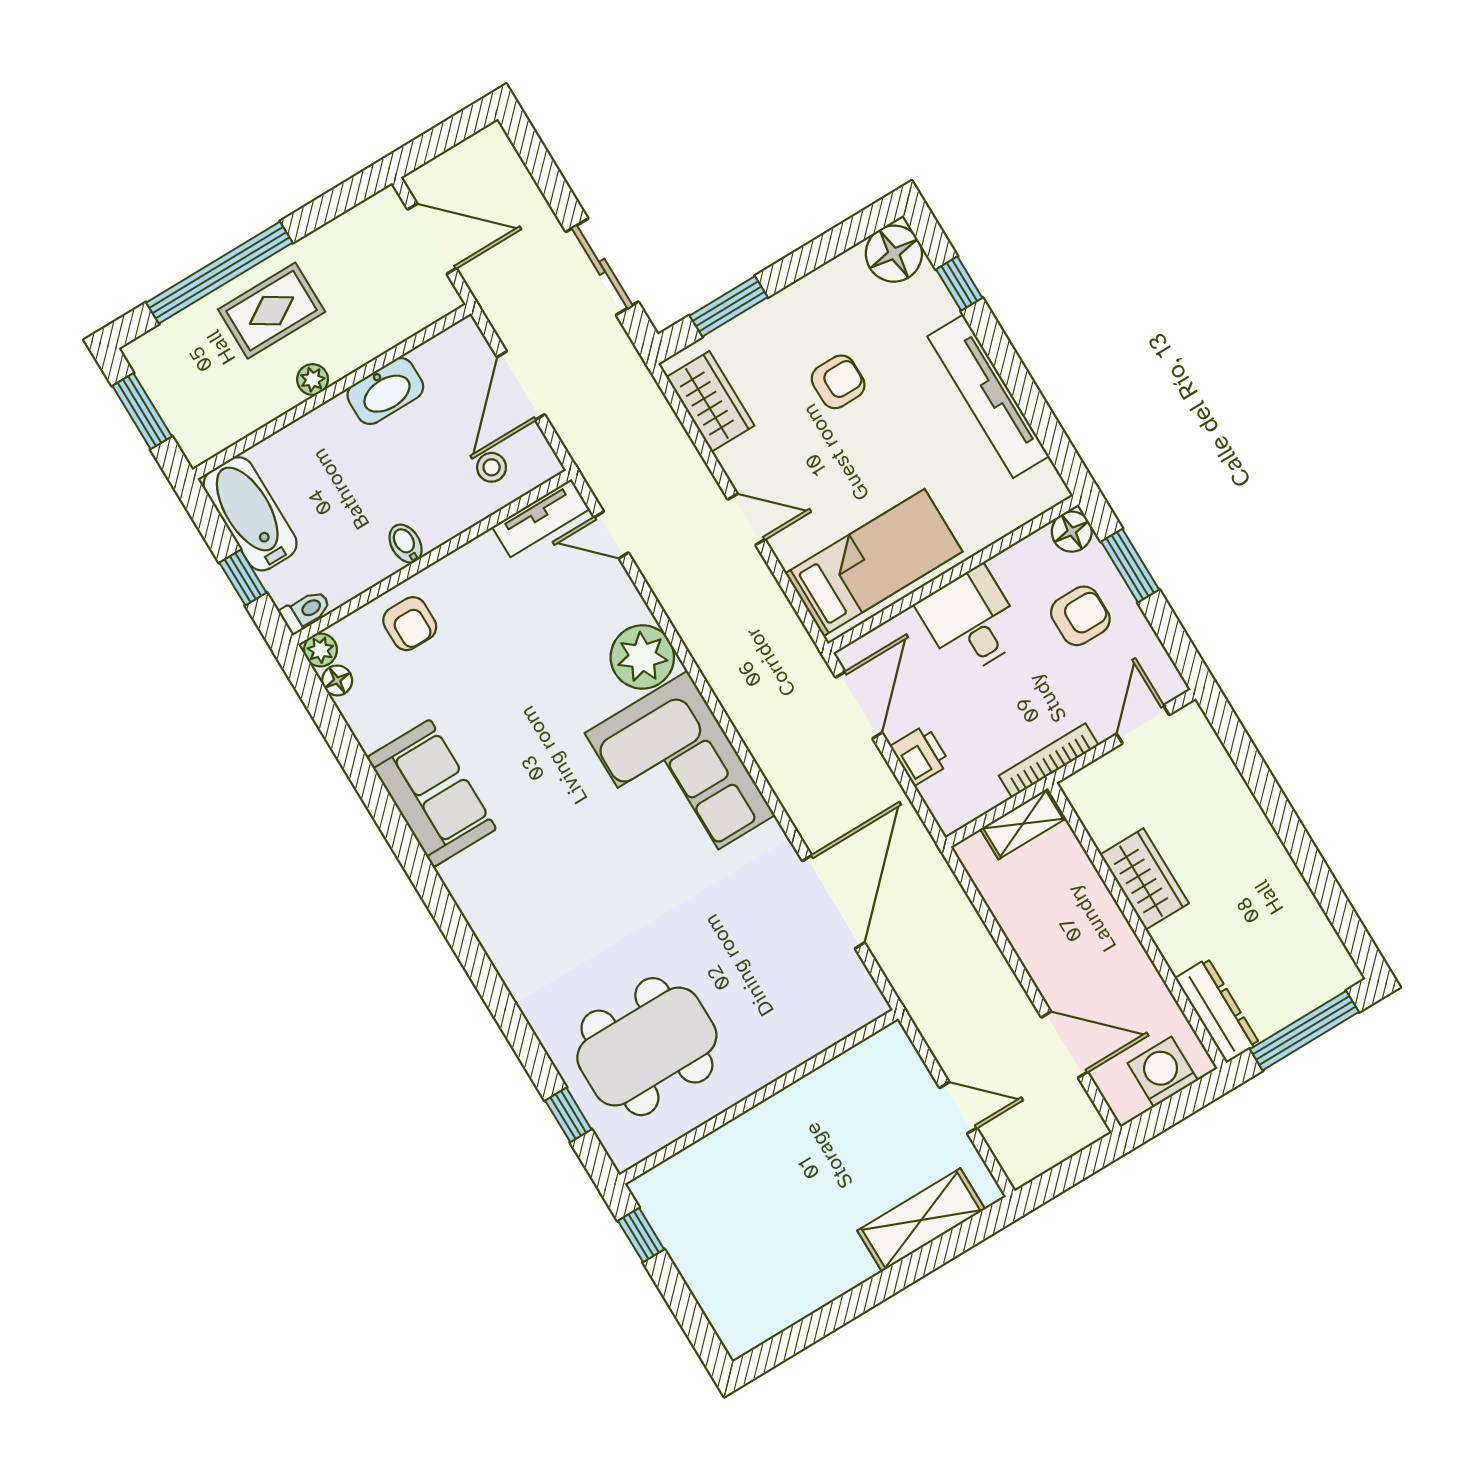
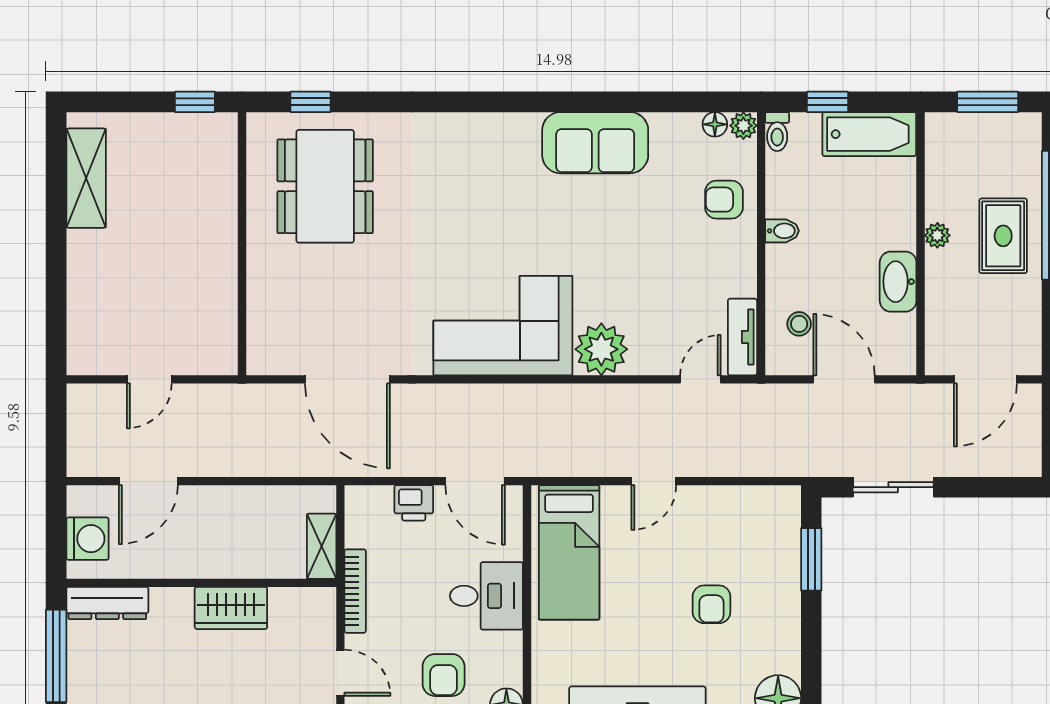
wardrobe: (710, 401) -> (752, 506), removed
shelving: (921, 1220) -> (86, 178), moved

